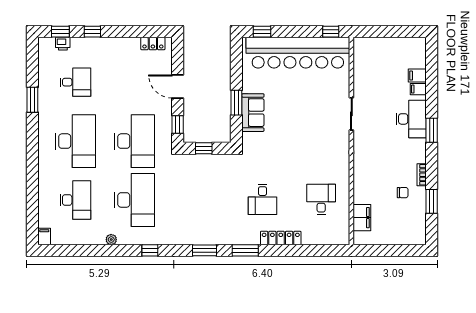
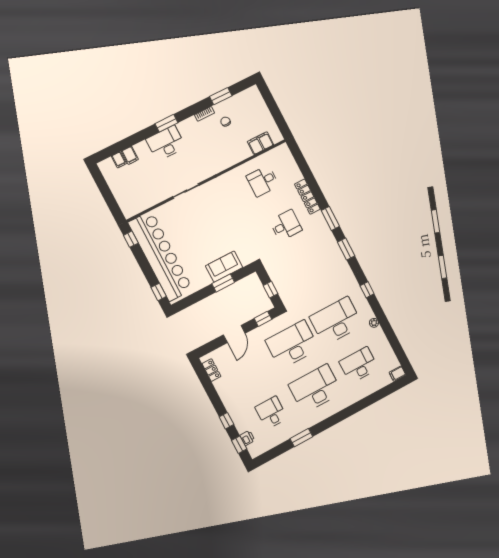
filing cabinet: (418, 89) -> (119, 160), moved

